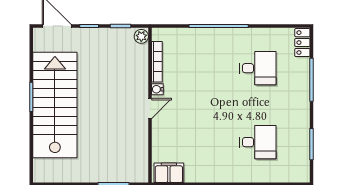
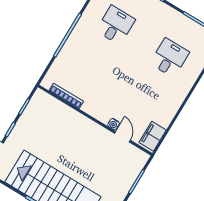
plant: (141, 36) -> (41, 96), removed
water cooler: (157, 89) -> (113, 124), moved
door: (150, 108) -> (122, 137), moved

